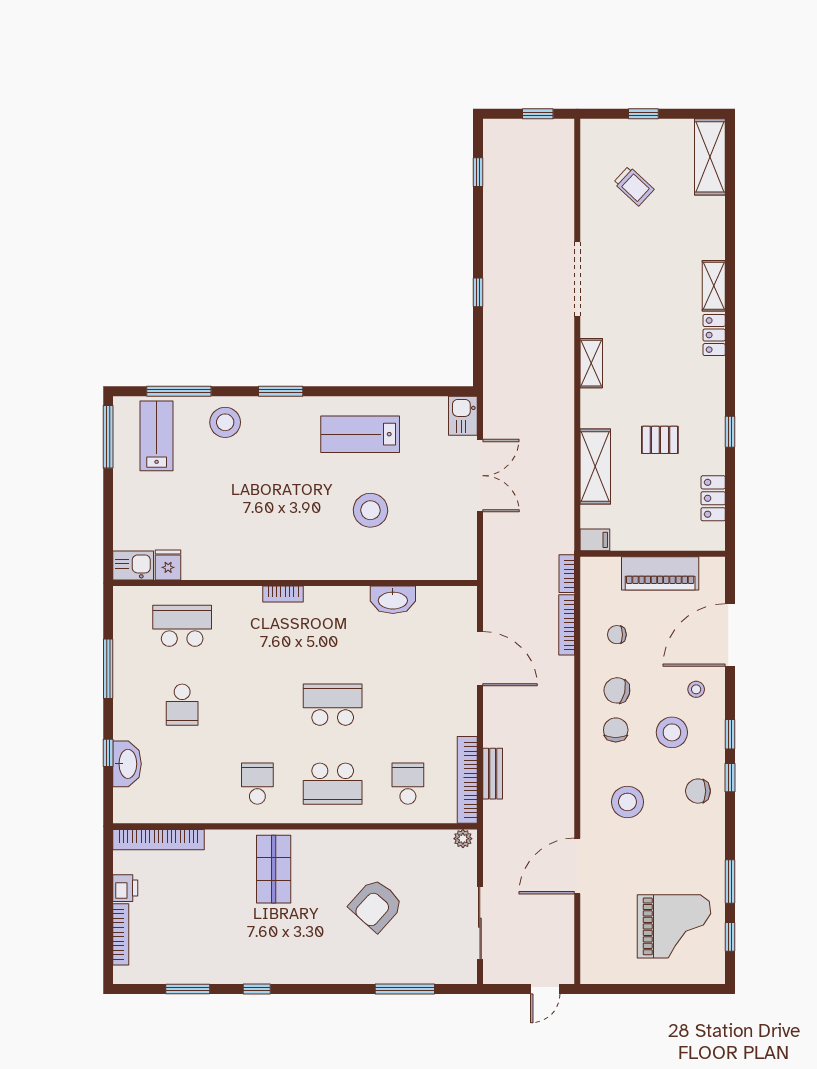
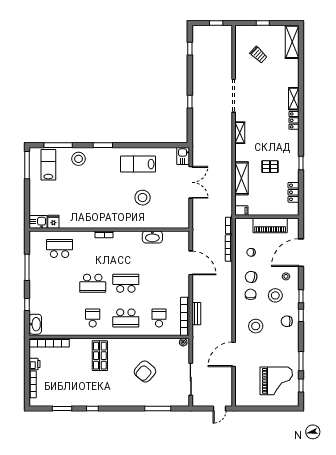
school desk: (182, 705) -> (93, 283), moved, width x1.85
washbasin: (127, 764) -> (35, 324), moved

